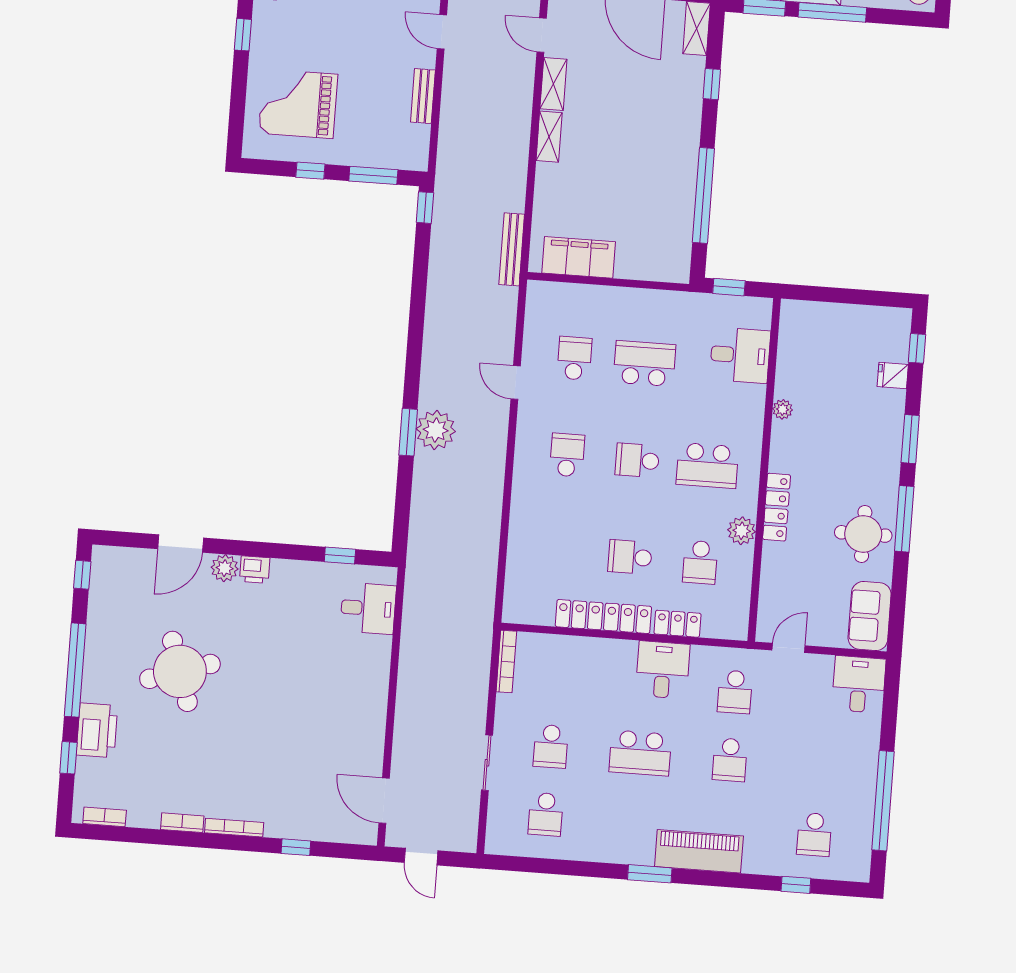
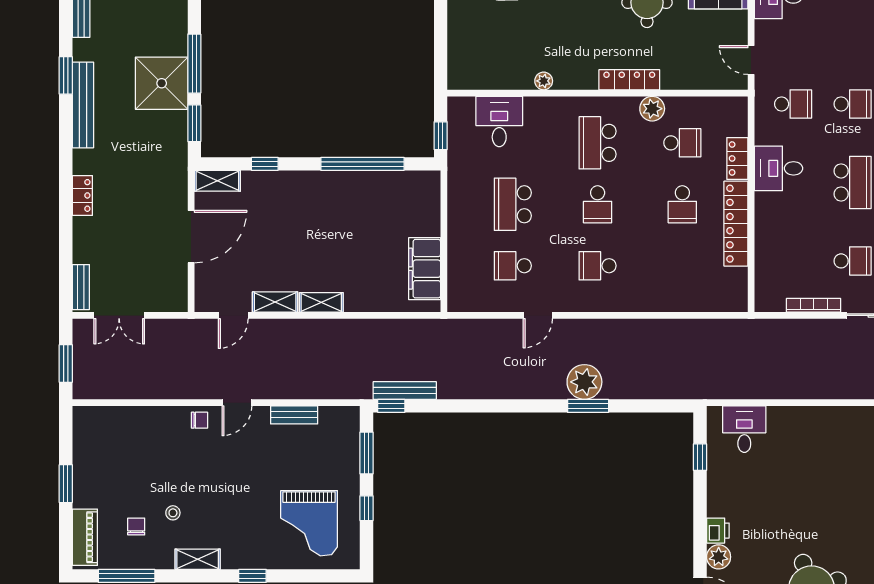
bench: (512, 249) -> (405, 390), moved
school desk: (707, 466) -> (598, 143), turned 180
bookcase: (506, 662) -> (814, 305), moved

